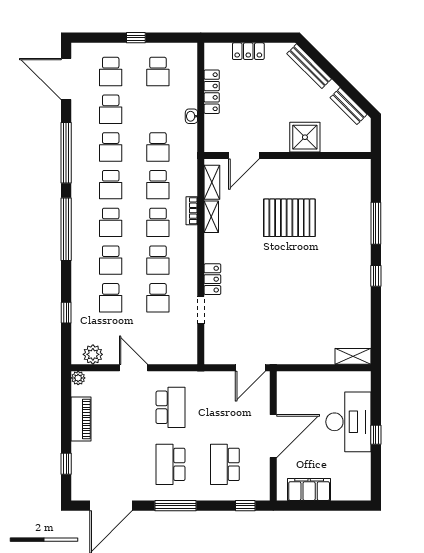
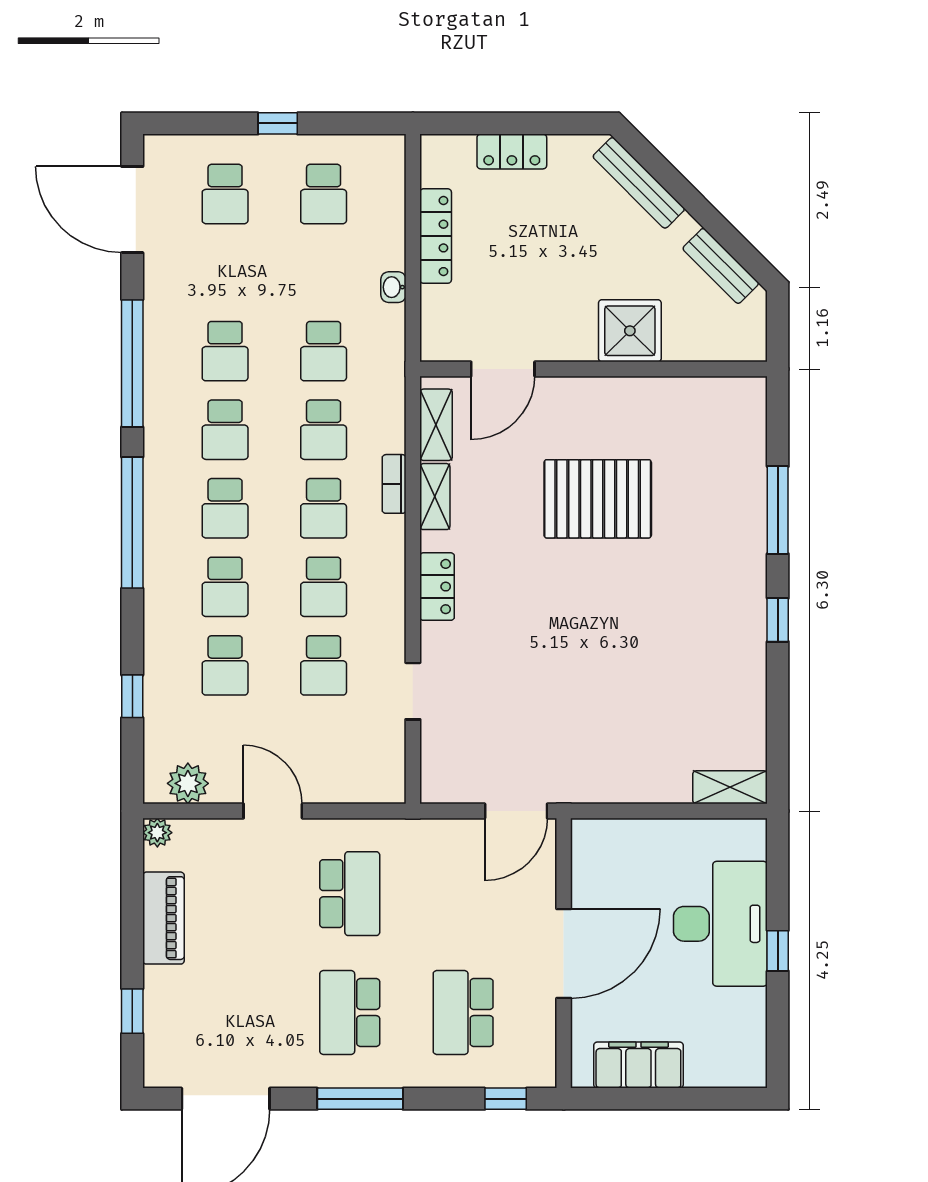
school desk: (111, 109) -> (225, 273), removed
locker: (212, 279) -> (437, 587), moved

